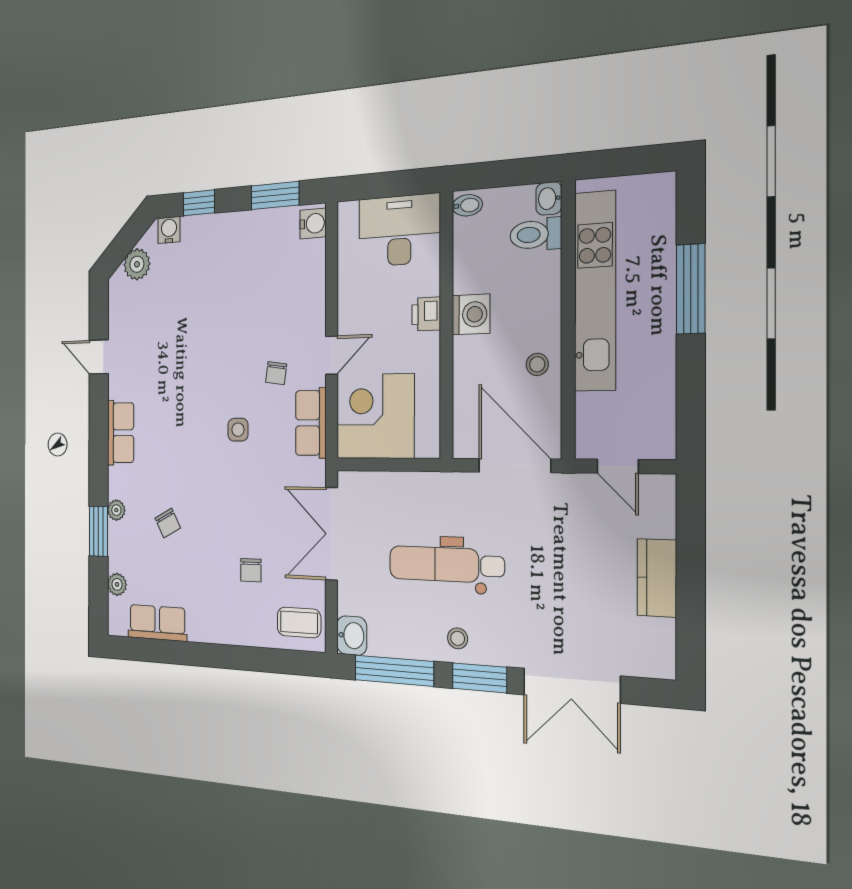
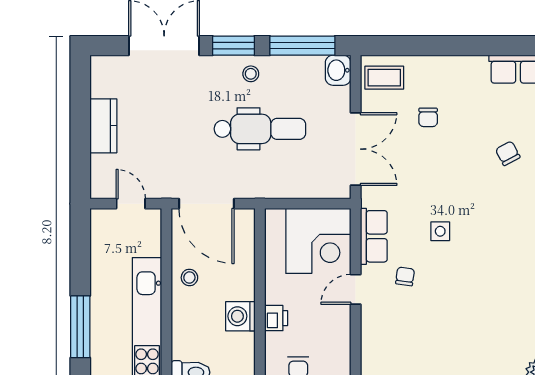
chair: (251, 570) -> (428, 117), turned 180

